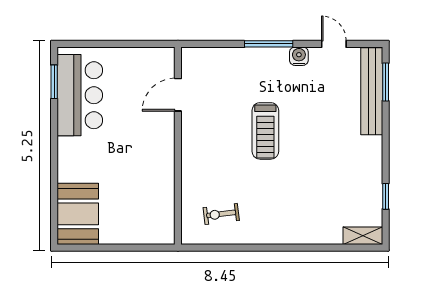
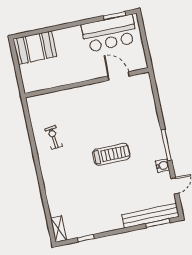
door: (178, 95) -> (119, 76), moved
treadmill: (265, 131) -> (111, 154), turned 180
wall: (178, 146) -> (87, 83), moved

